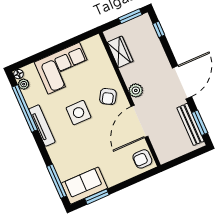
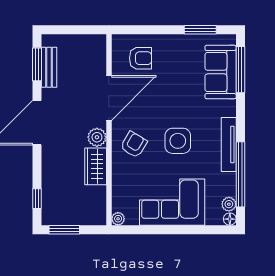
plant: (96, 40) -> (118, 219), added
wardrobe: (120, 52) -> (96, 166), moved
bench: (190, 124) -> (49, 67), width x0.73
armchair: (142, 159) -> (140, 58), moved
sofa: (84, 186) -> (221, 72), moved, turned 90

